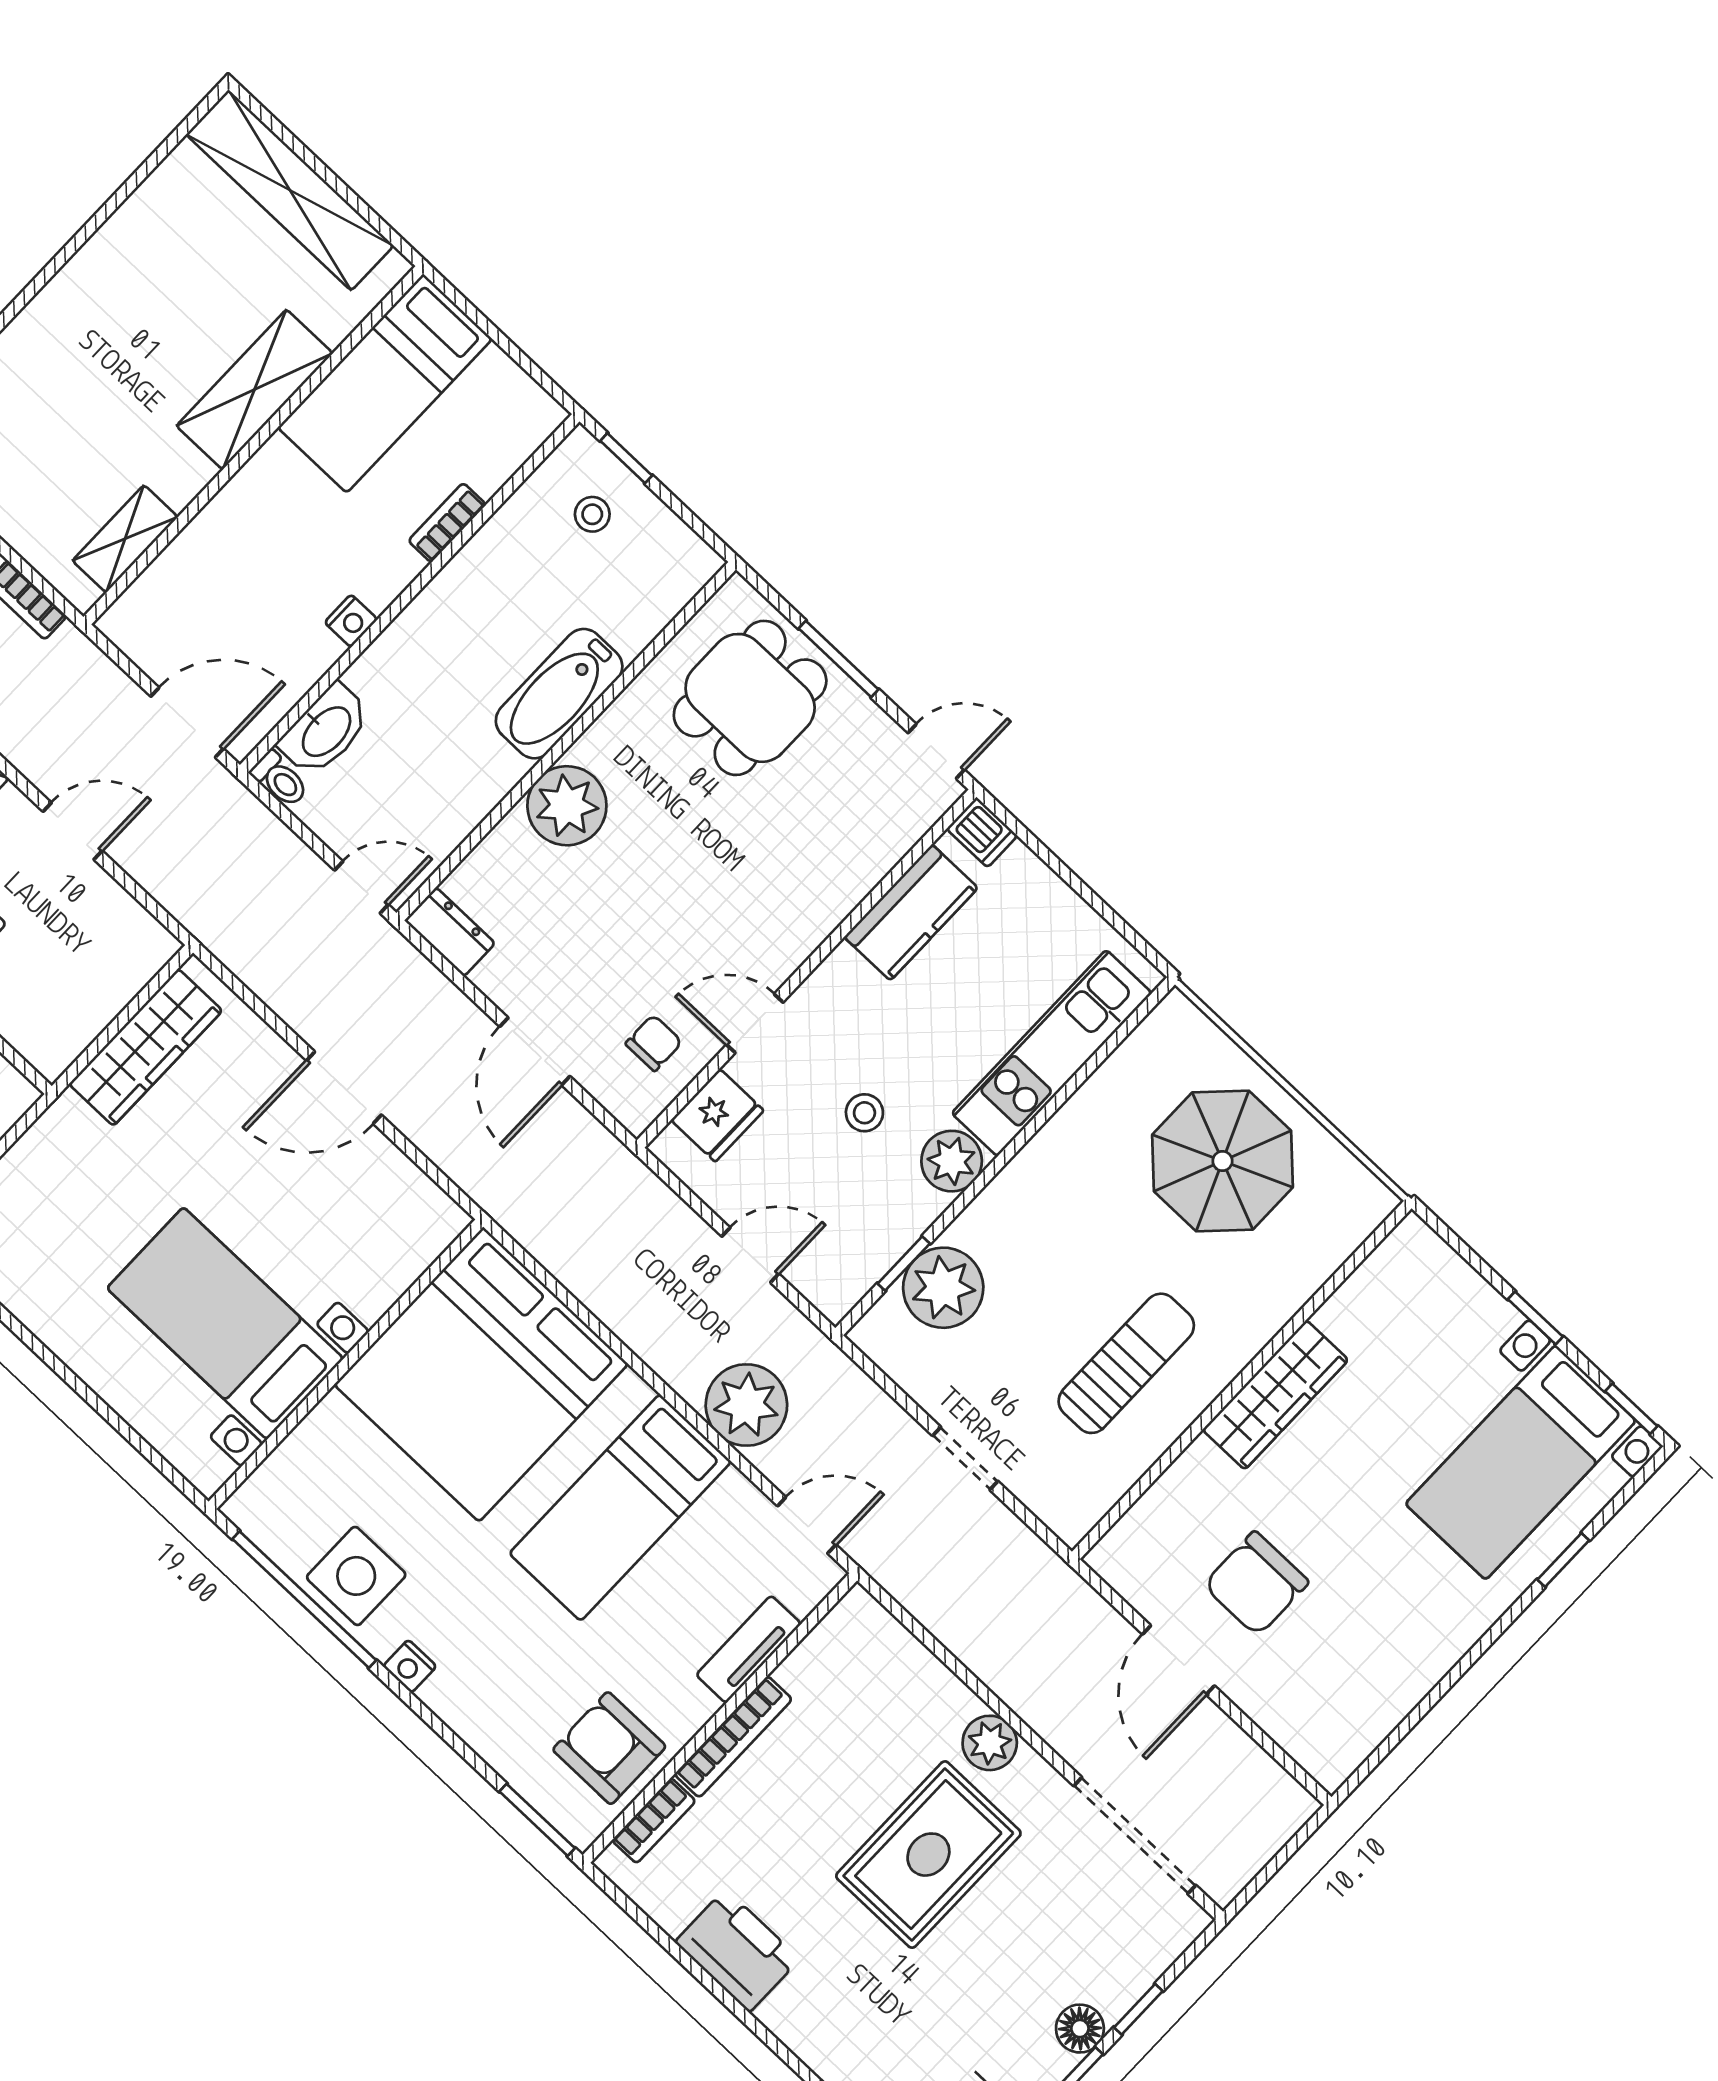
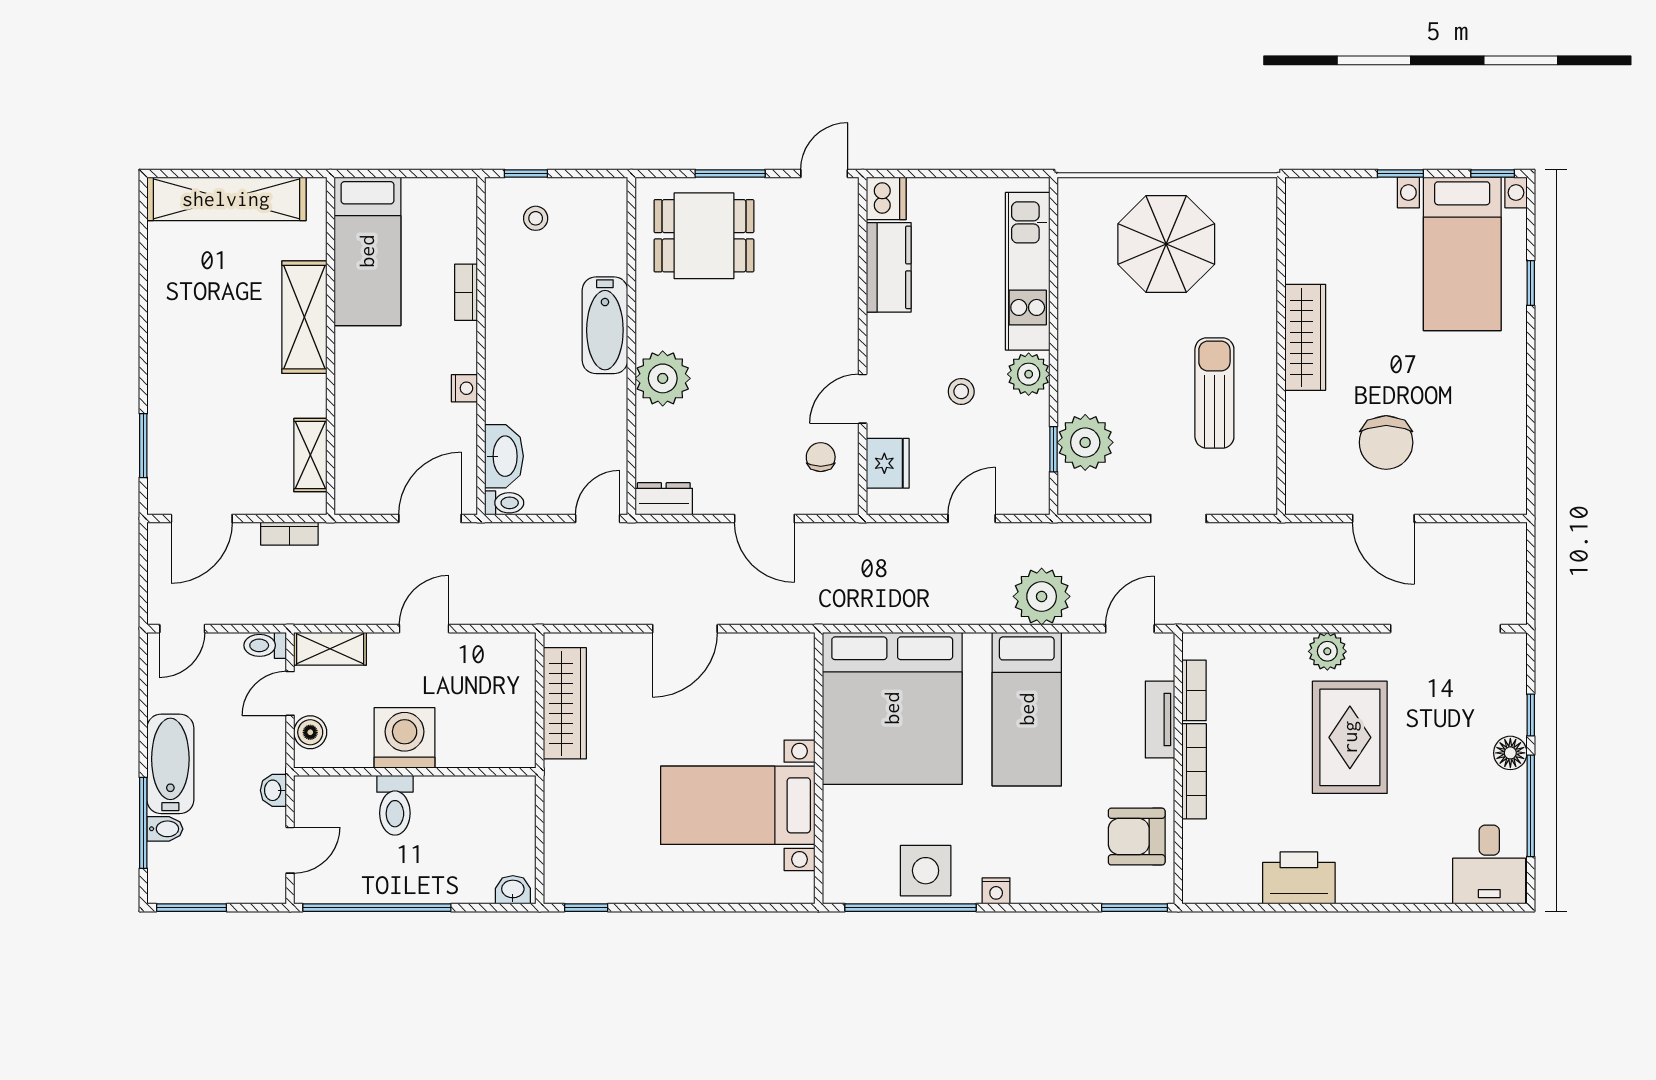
dining table: (750, 698) -> (704, 236), turned 90
dishwasher: (982, 832) -> (886, 198), width x1.38
bookcase: (654, 1821) -> (1194, 690), moved

